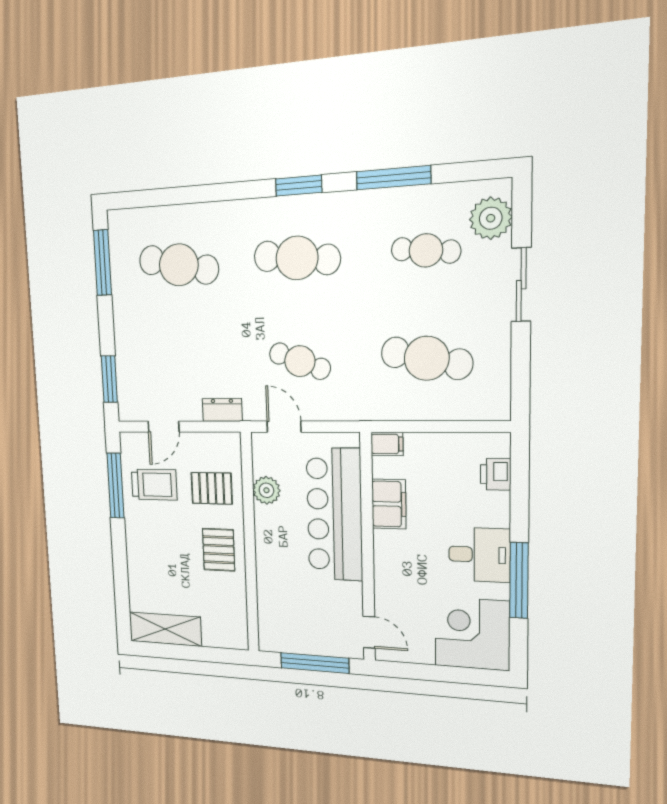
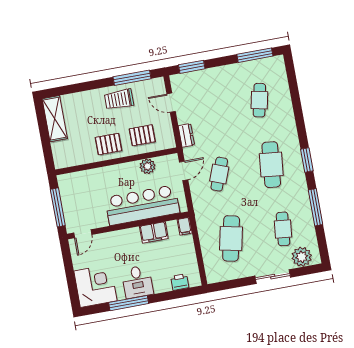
cafe table: (179, 265) -> (259, 100), width x0.73, depth x0.74
trolley: (154, 485) -> (119, 99), moved, turned 90
pallet: (212, 488) -> (142, 135), turned 90

